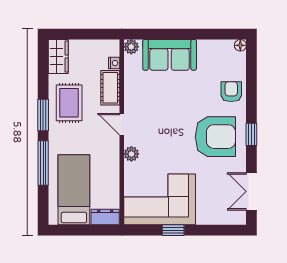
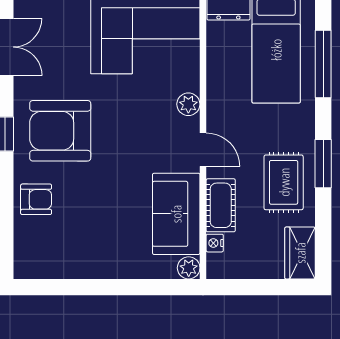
floor lamp: (240, 45) -> (22, 270), removed
sofa: (170, 55) -> (176, 214), moved, turned -90
armchair: (231, 92) -> (36, 199), turned -90
window: (43, 163) -> (323, 64), moved

